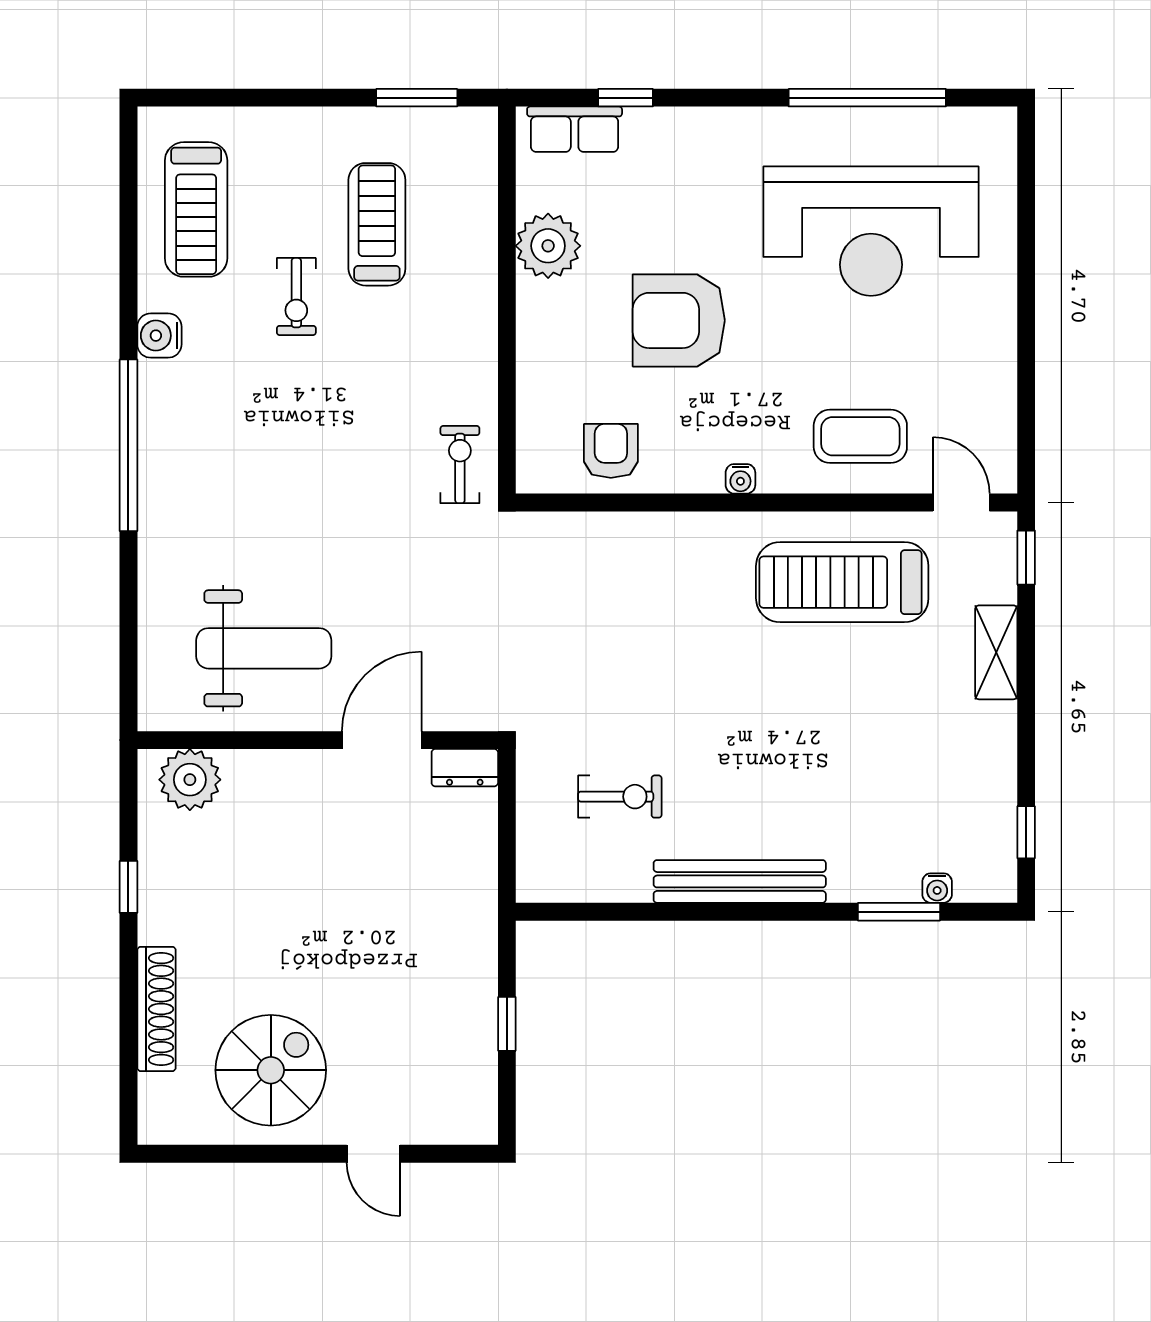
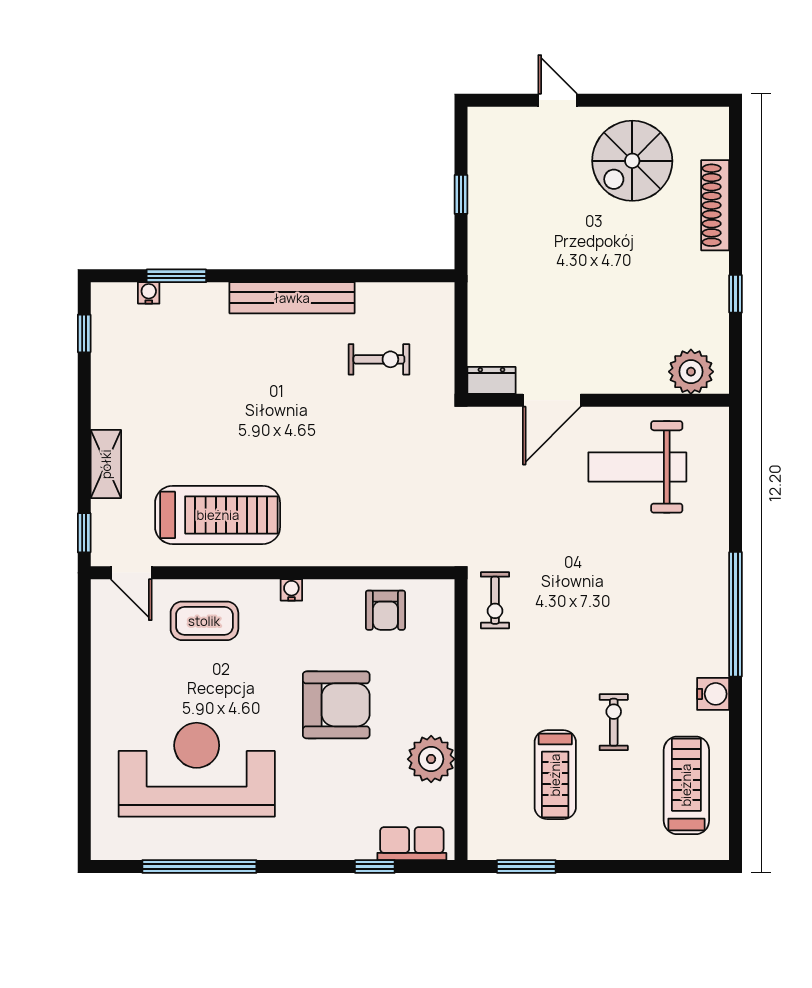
exercise bike: (620, 797) -> (379, 359), turned 180

